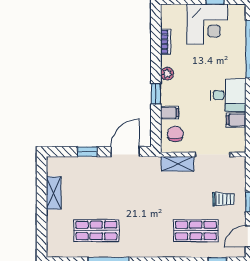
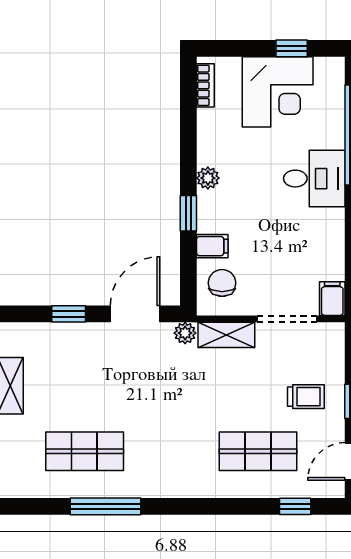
bookcase: (166, 42) -> (205, 85), moved
desk: (228, 95) -> (314, 179), moved
filing cabinet: (236, 120) -> (332, 299), moved, turned 90
plant: (154, 163) -> (185, 333), added

